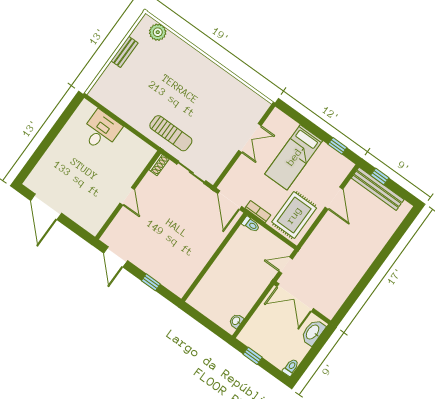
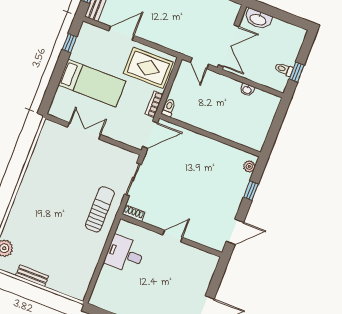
desk: (101, 131) -> (125, 254), moved
plant: (174, 287) -> (249, 166), added
washbasin: (236, 321) -> (247, 90), moved
toilet: (291, 367) -> (284, 69), moved

